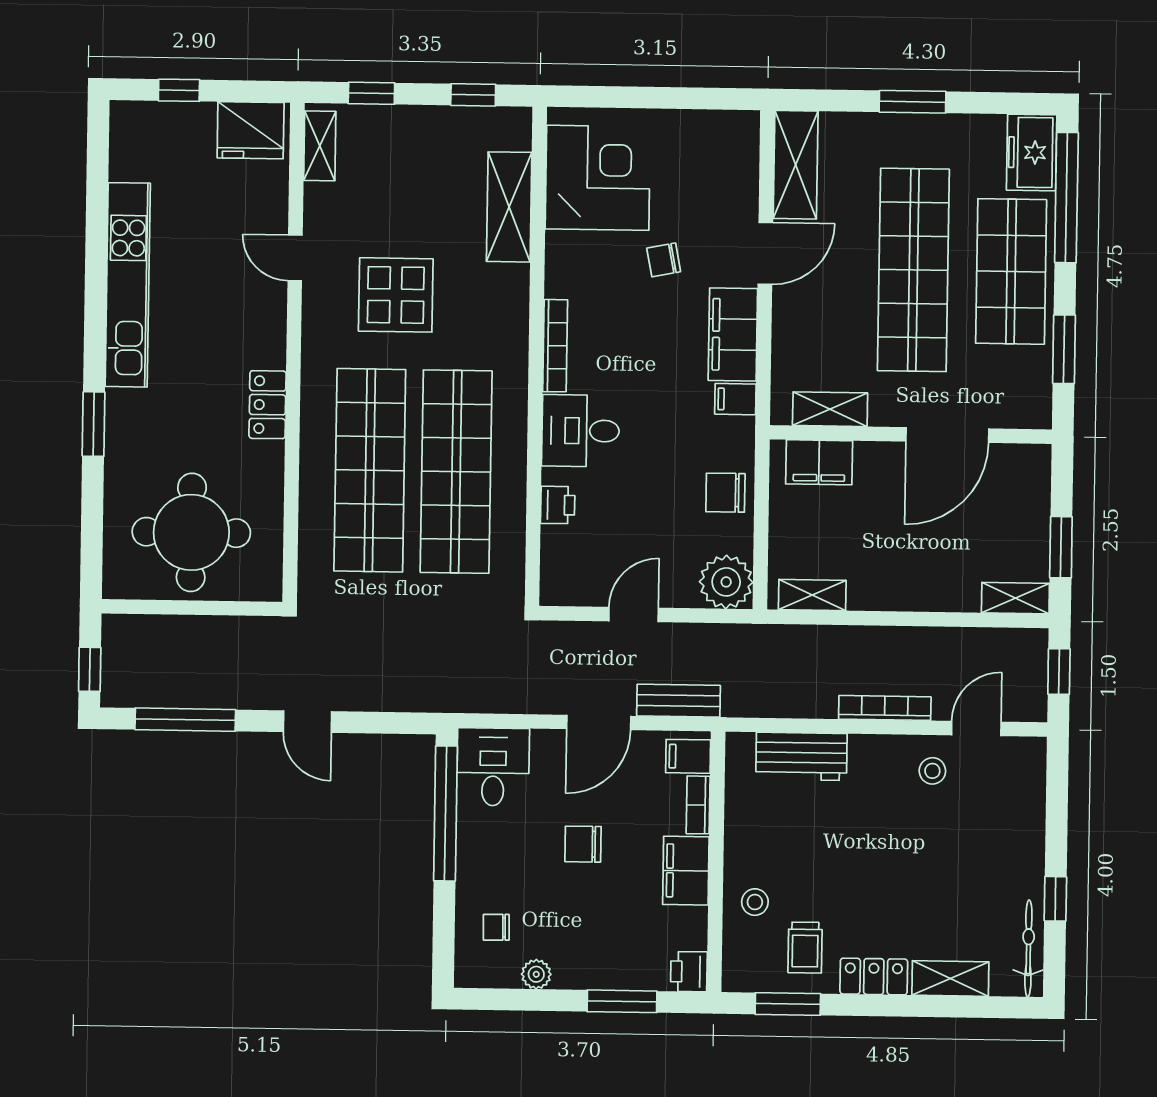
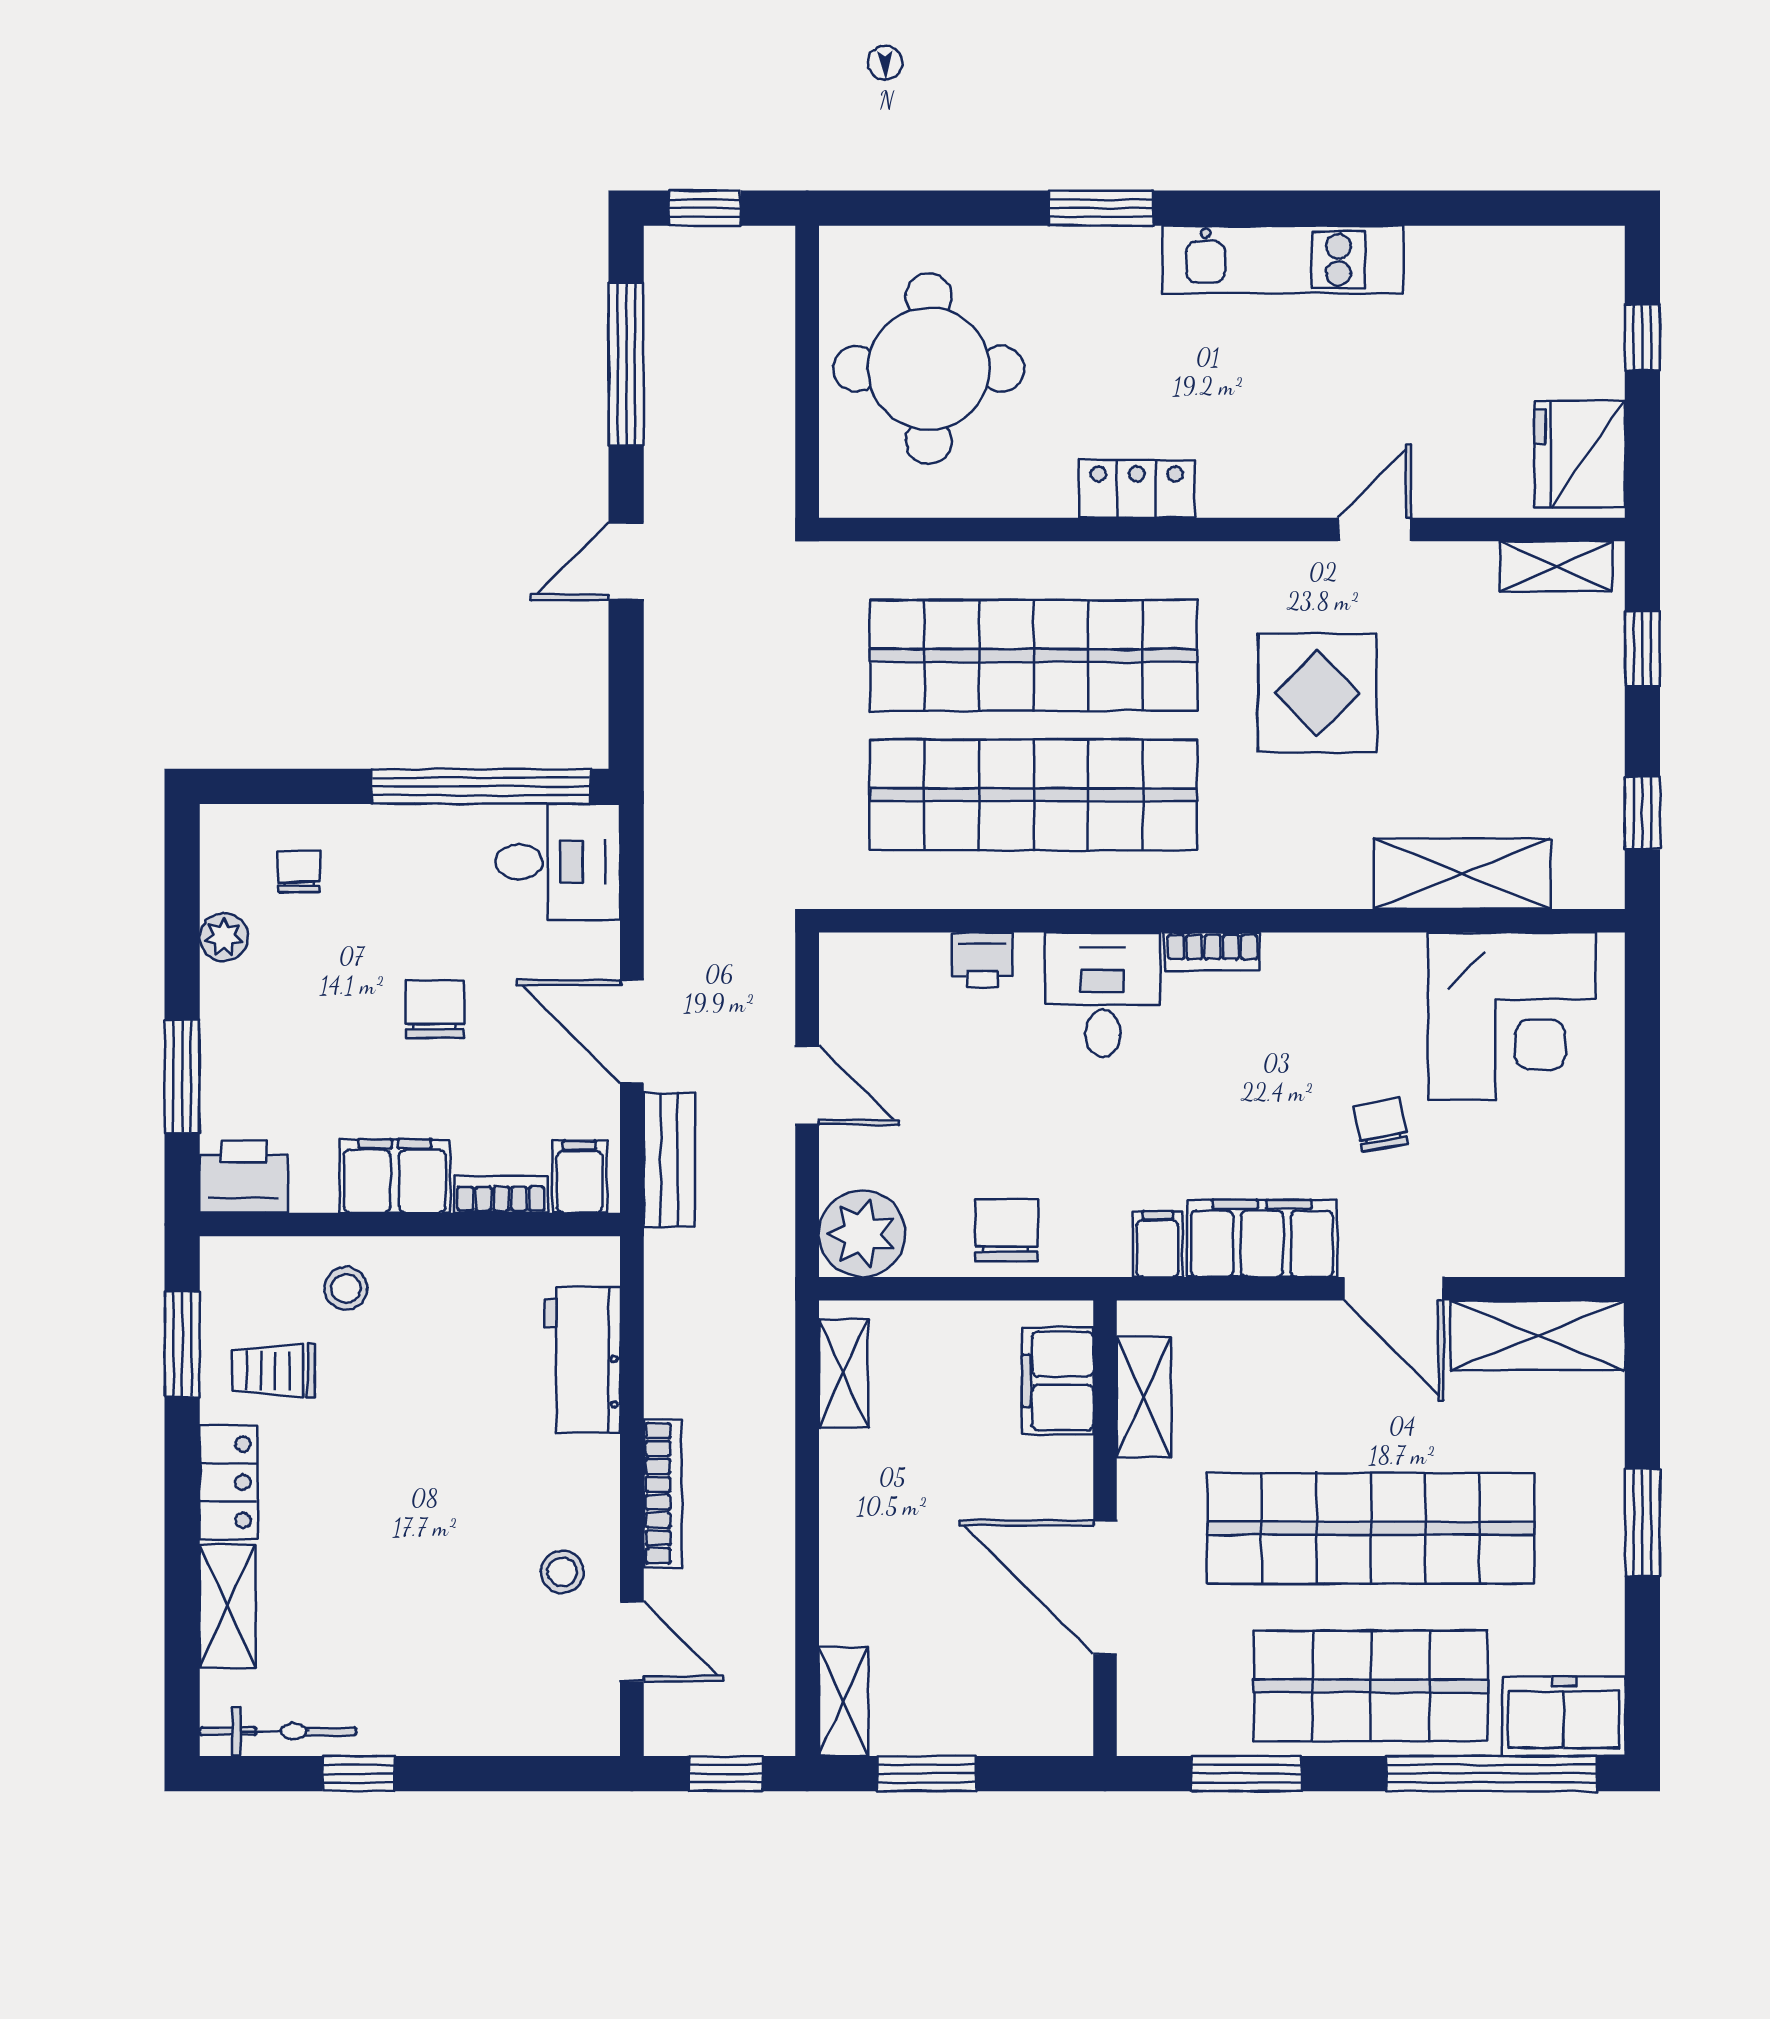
kitchen unit: (128, 285) -> (1283, 260), width x0.73
bookcase: (555, 346) -> (1213, 952), width x0.64
printer: (689, 972) -> (244, 1177), width x1.36, depth x1.24

